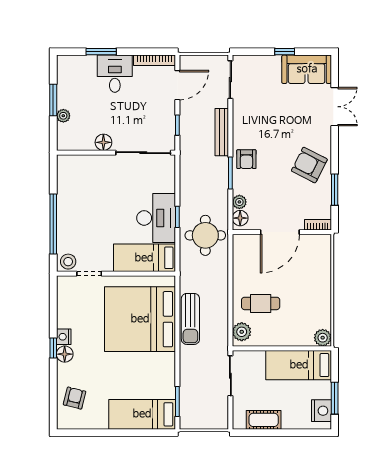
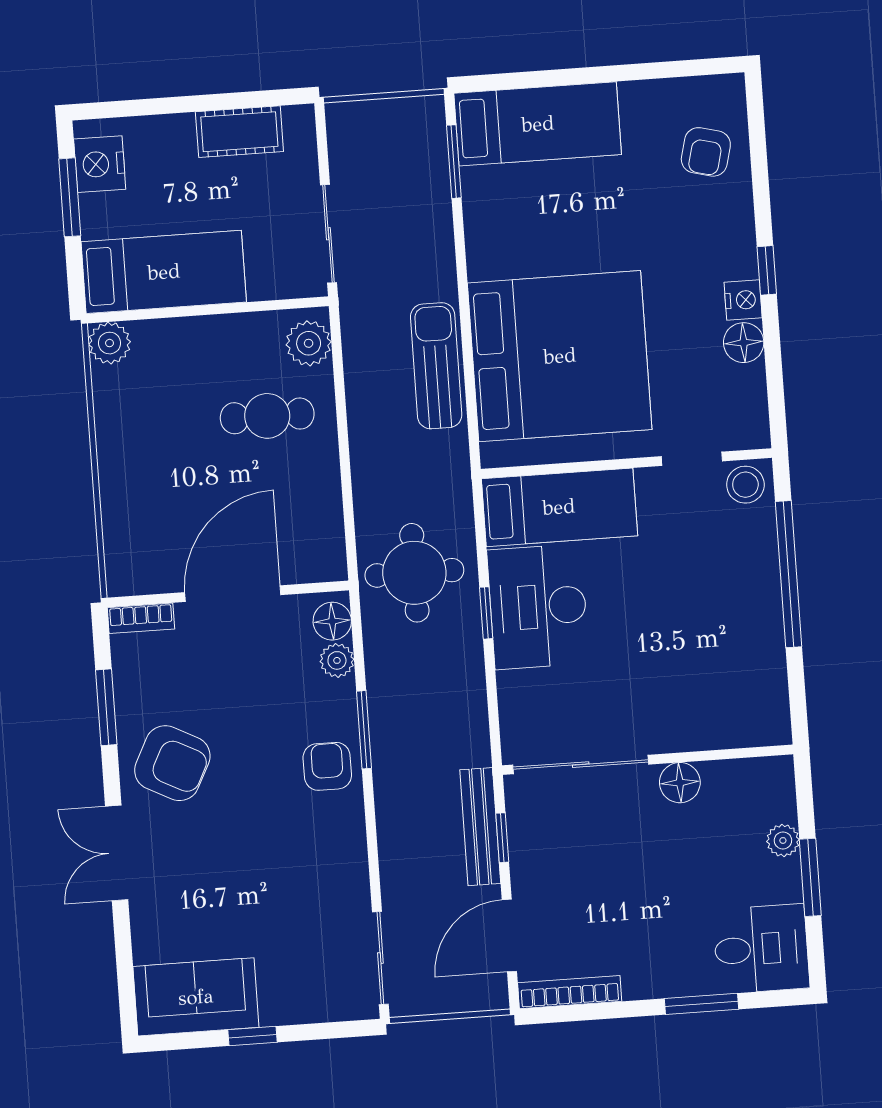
desk: (115, 74) -> (761, 949), moved, turned -90
double door: (335, 107) -> (117, 853), moved
bench: (222, 132) -> (480, 827), moved
floor lamp: (65, 354) -> (744, 343), moved

